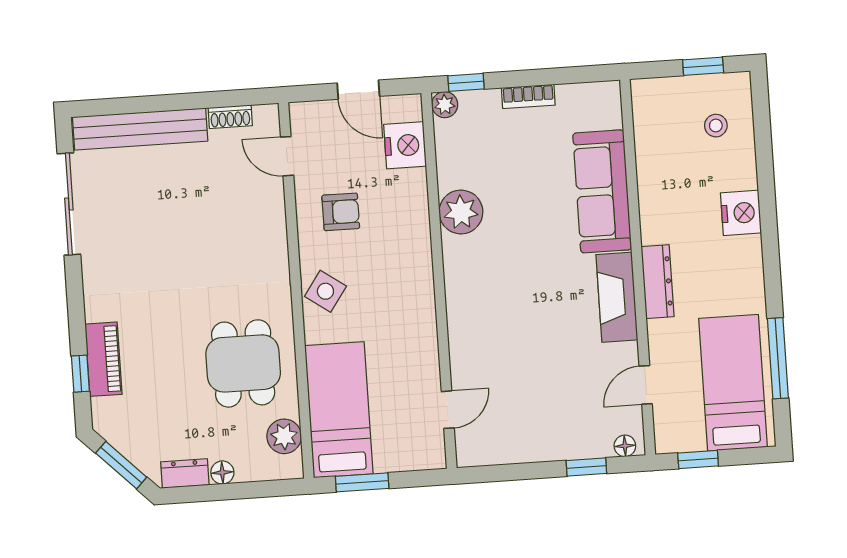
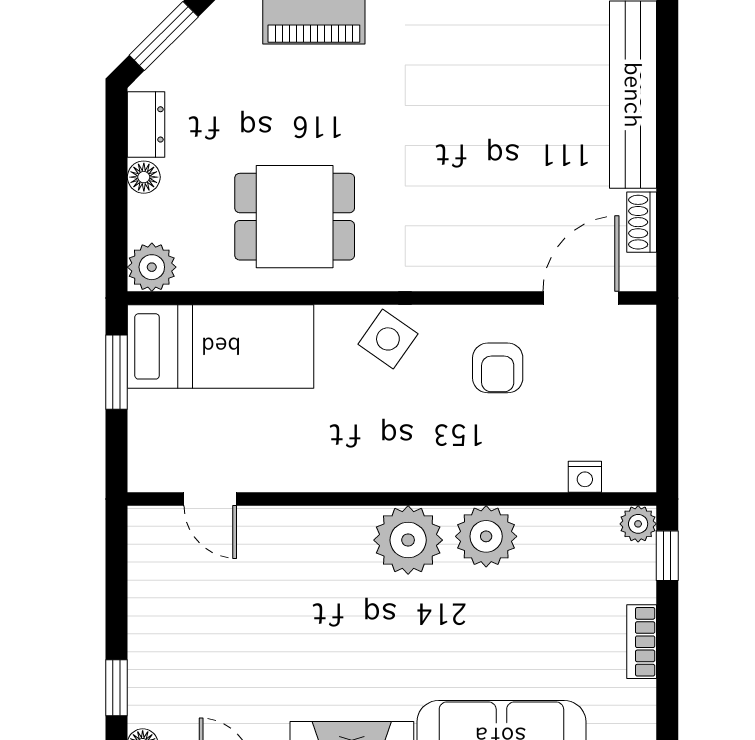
door: (358, 90) -> (667, 404), removed
nightstand: (405, 145) -> (585, 477), width x0.53, depth x0.56
door: (287, 156) -> (581, 298), width x1.38
plant: (467, 267) -> (408, 540), added
plant: (284, 436) -> (152, 267), moved

